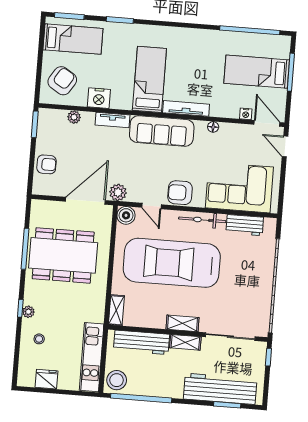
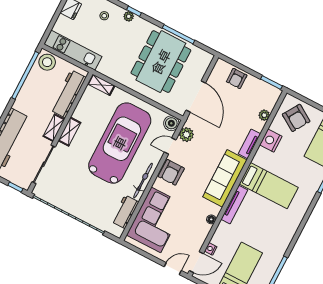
plant: (118, 192) -> (186, 135), moved
armchair: (180, 193) -> (171, 172), turned 180

